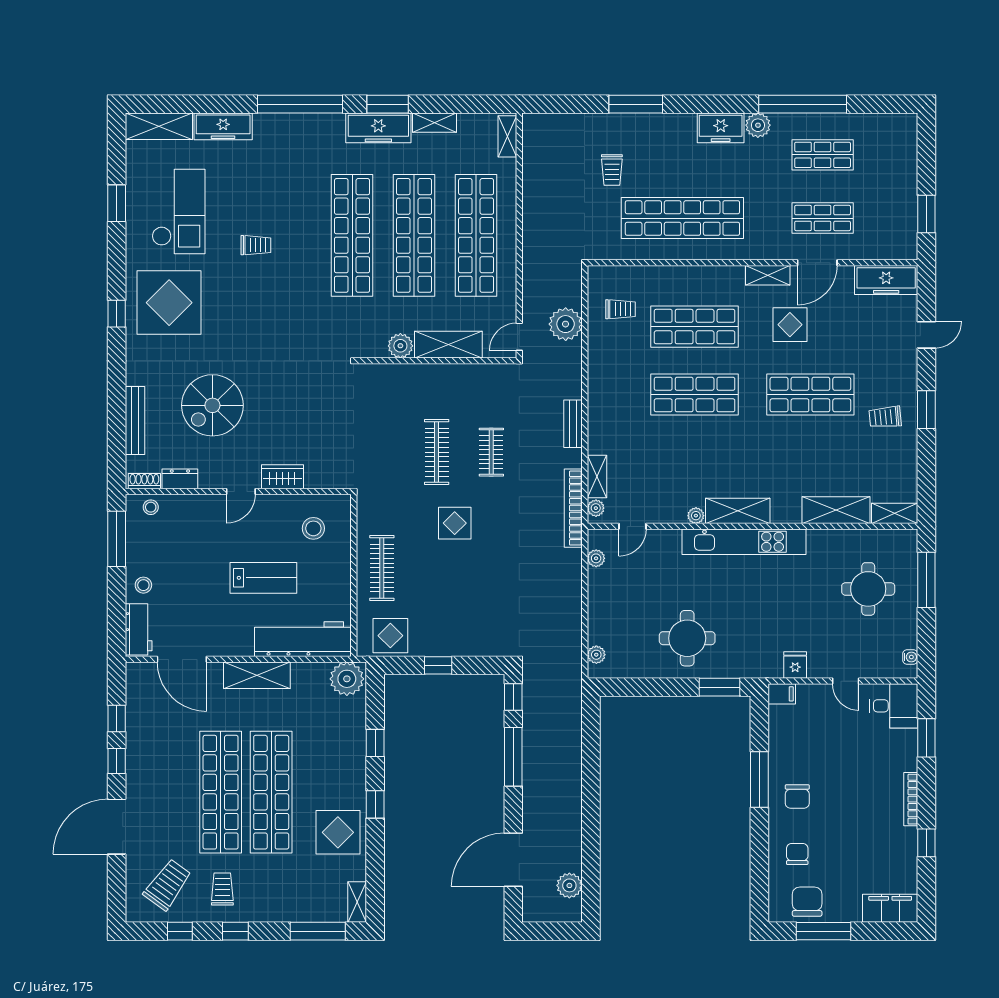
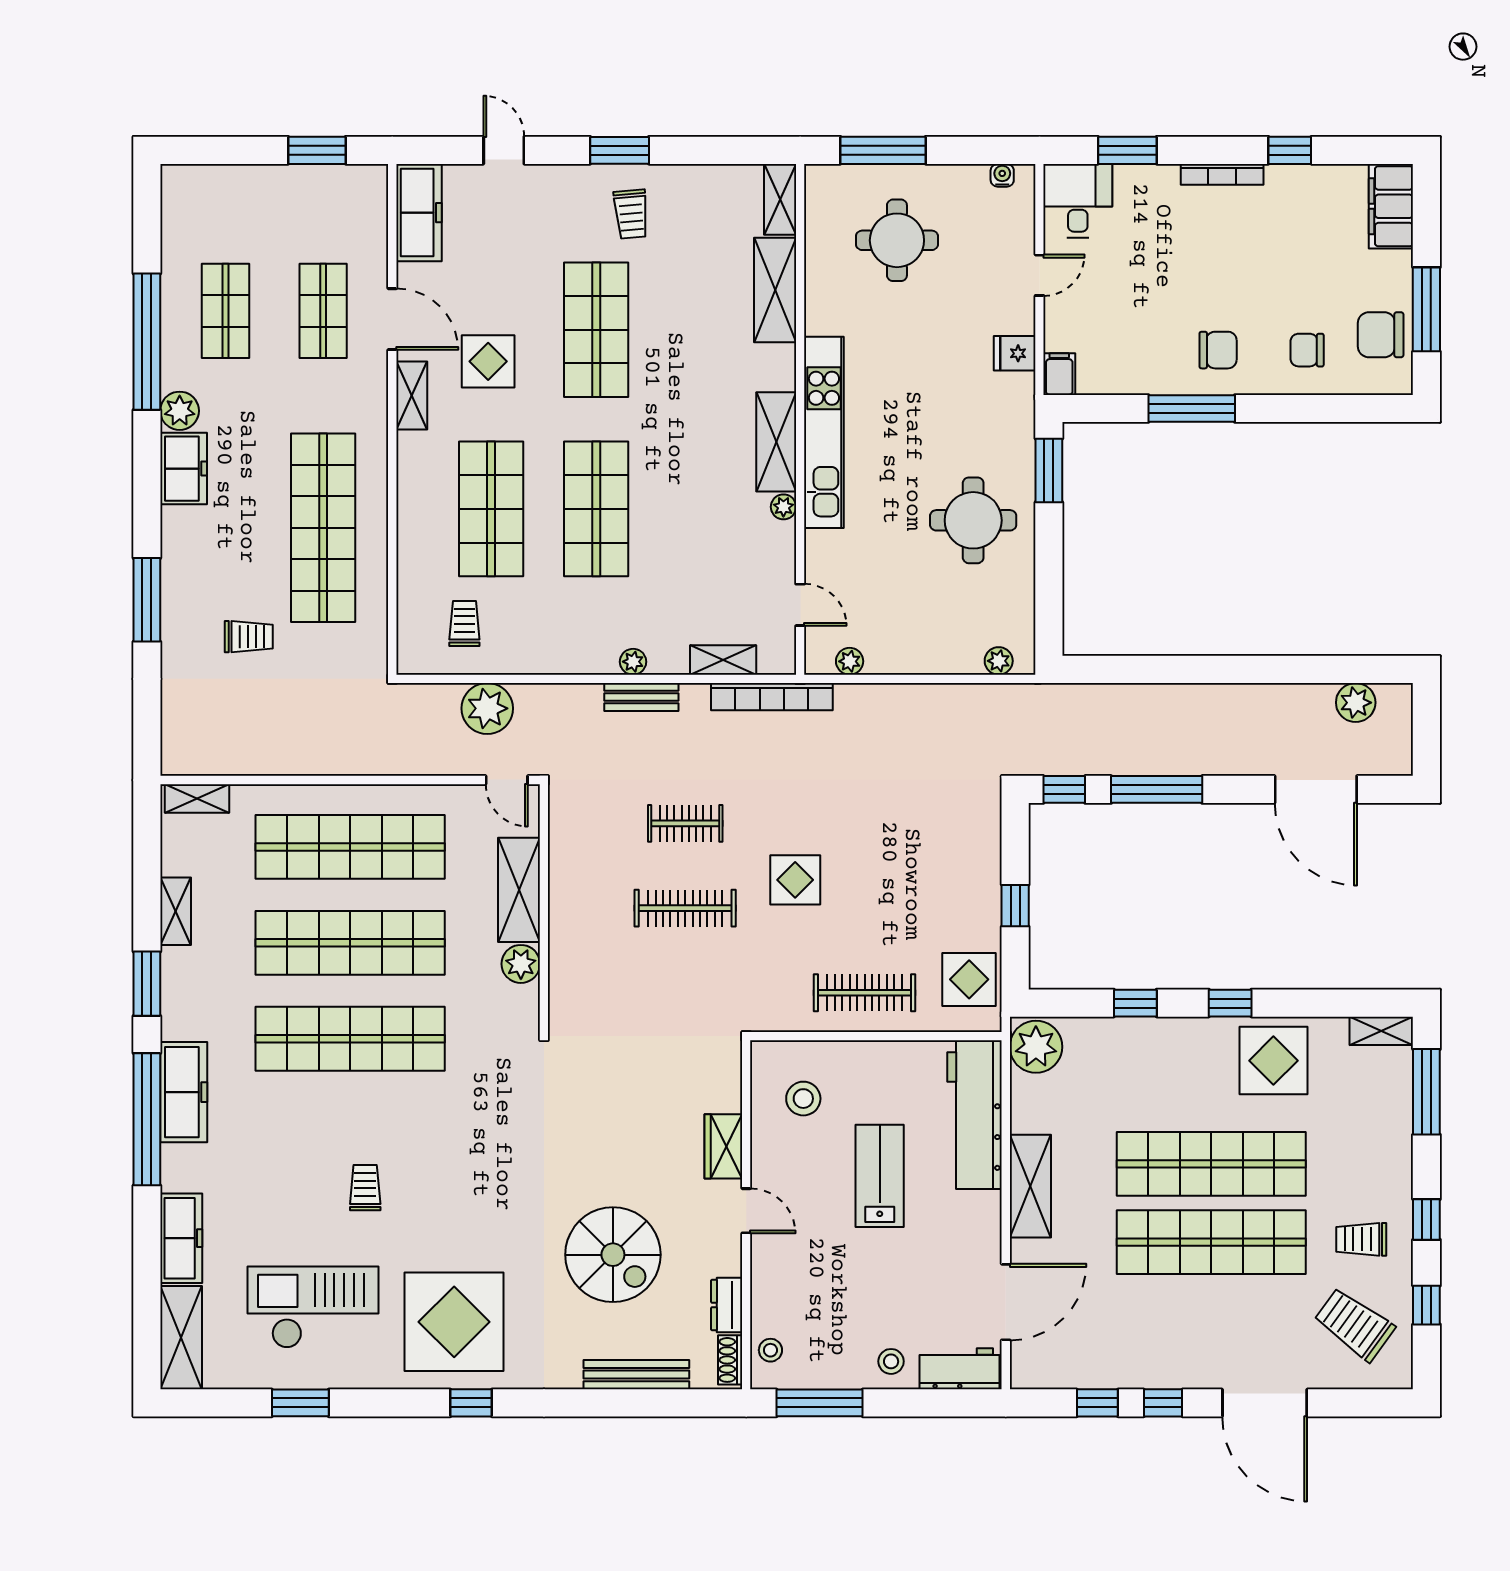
freezer: (378, 128) -> (184, 1092), moved
plant: (596, 508) -> (633, 662), moved

